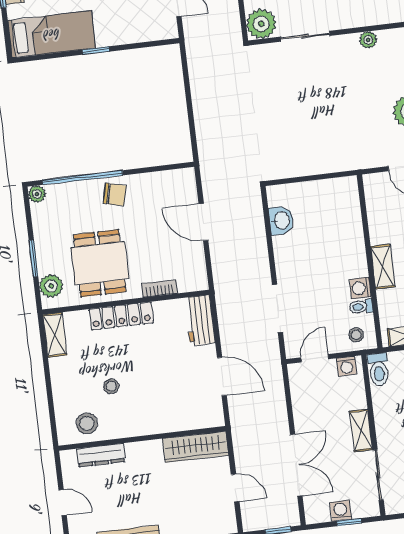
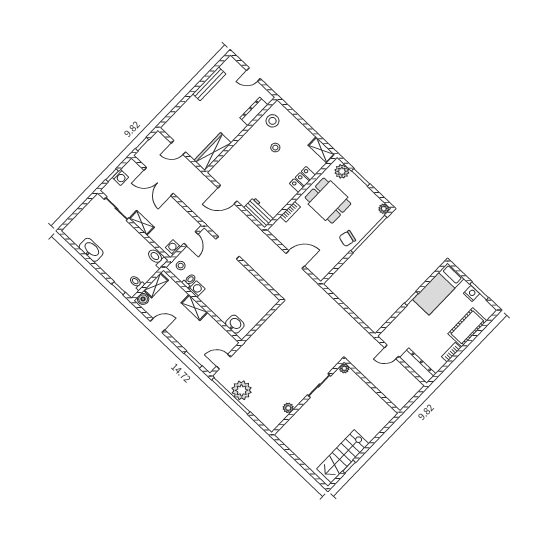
plant: (261, 24) -> (344, 368), width x0.53, depth x0.53
washbasin: (281, 220) -> (235, 324), moved, turned 180
locker: (121, 316) -> (302, 179), width x0.66

